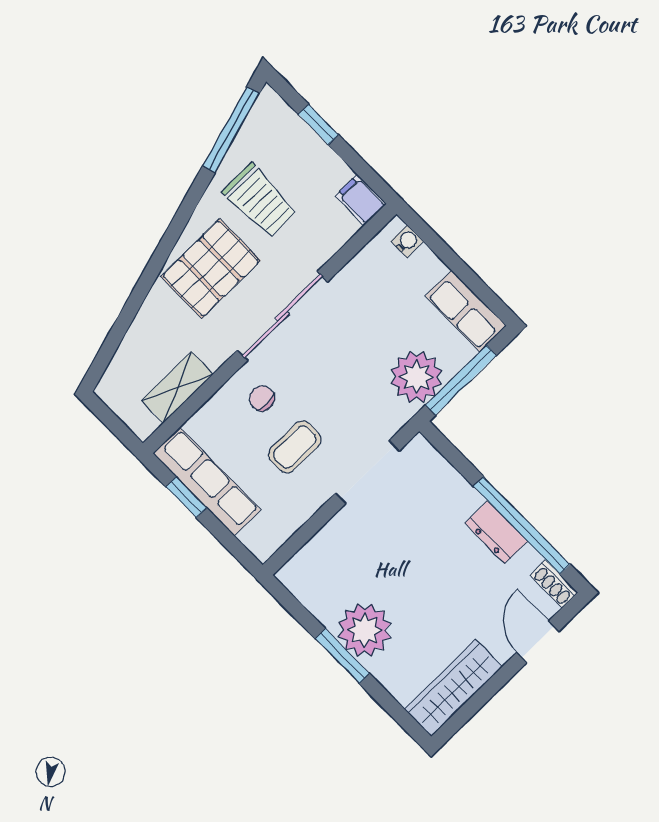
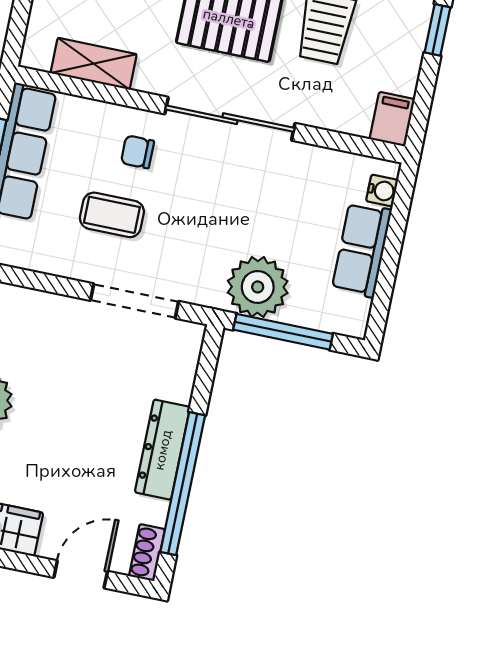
row of seats: (466, 311) -> (362, 250), moved
chair: (262, 398) -> (137, 152), turned -90
dresser: (496, 532) -> (163, 450), width x1.44

